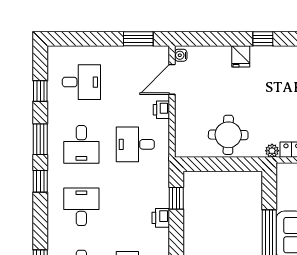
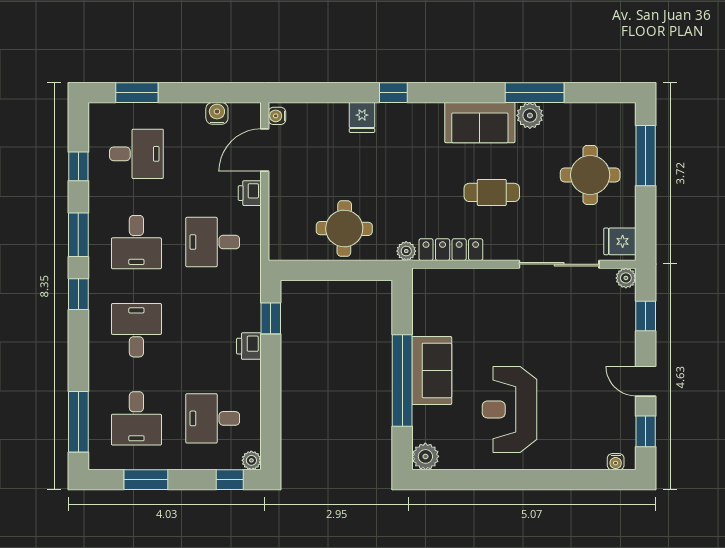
window: (138, 39) -> (137, 93), moved
water cooler: (138, 53) -> (217, 113), added

